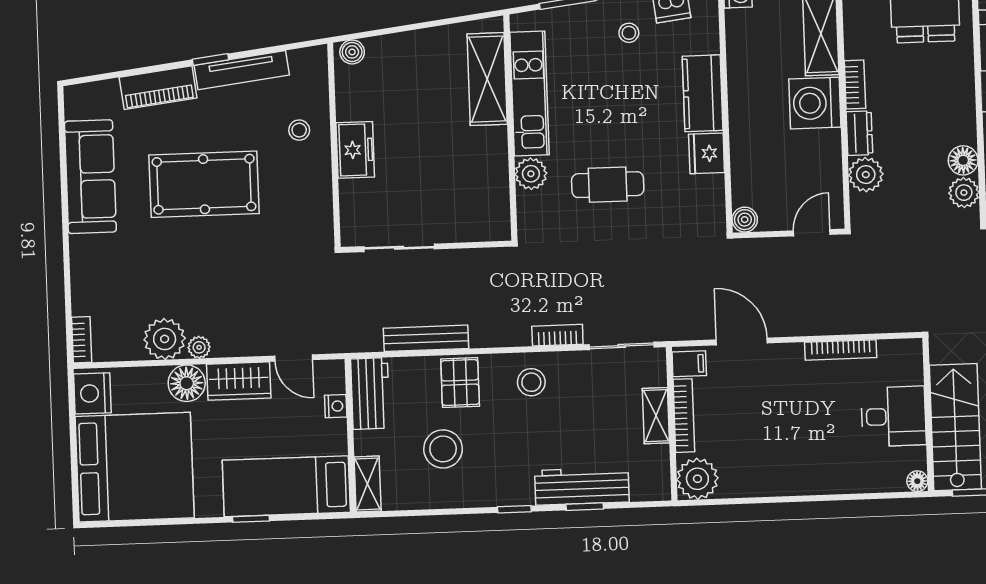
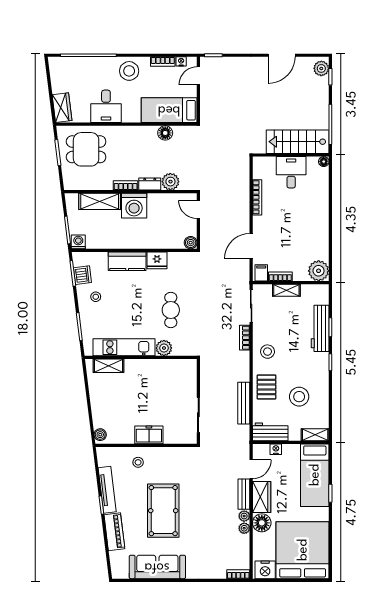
shelving: (487, 79) -> (108, 366), width x0.67, depth x0.75
plant: (964, 193) -> (181, 133), removed
plant: (165, 339) -> (244, 528), width x0.53, depth x0.53
bench: (243, 345) -> (244, 494), added
pallet: (460, 383) -> (266, 387), turned 90
bookcase: (684, 416) -> (280, 276), width x0.64

